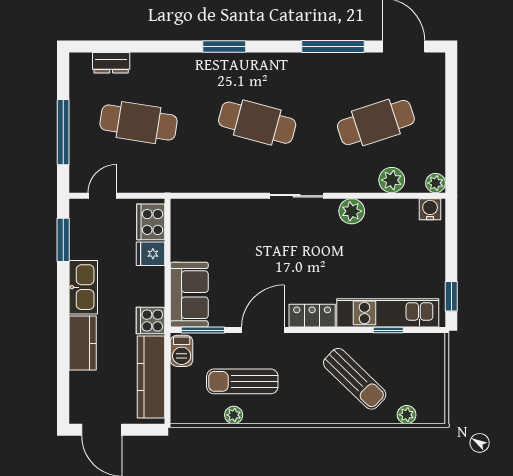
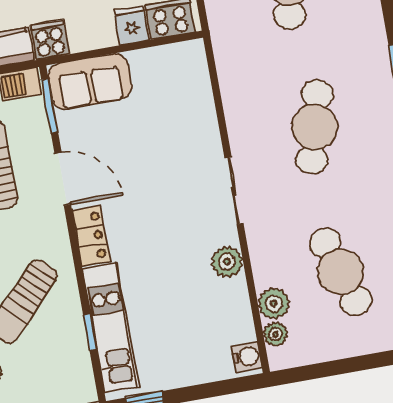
plant: (436, 183) -> (275, 334), moved

